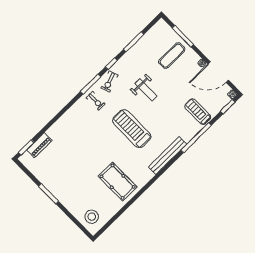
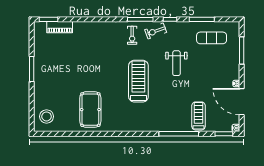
exercise mat: (172, 56) -> (212, 38), moved
bench: (167, 156) -> (145, 126), removed

